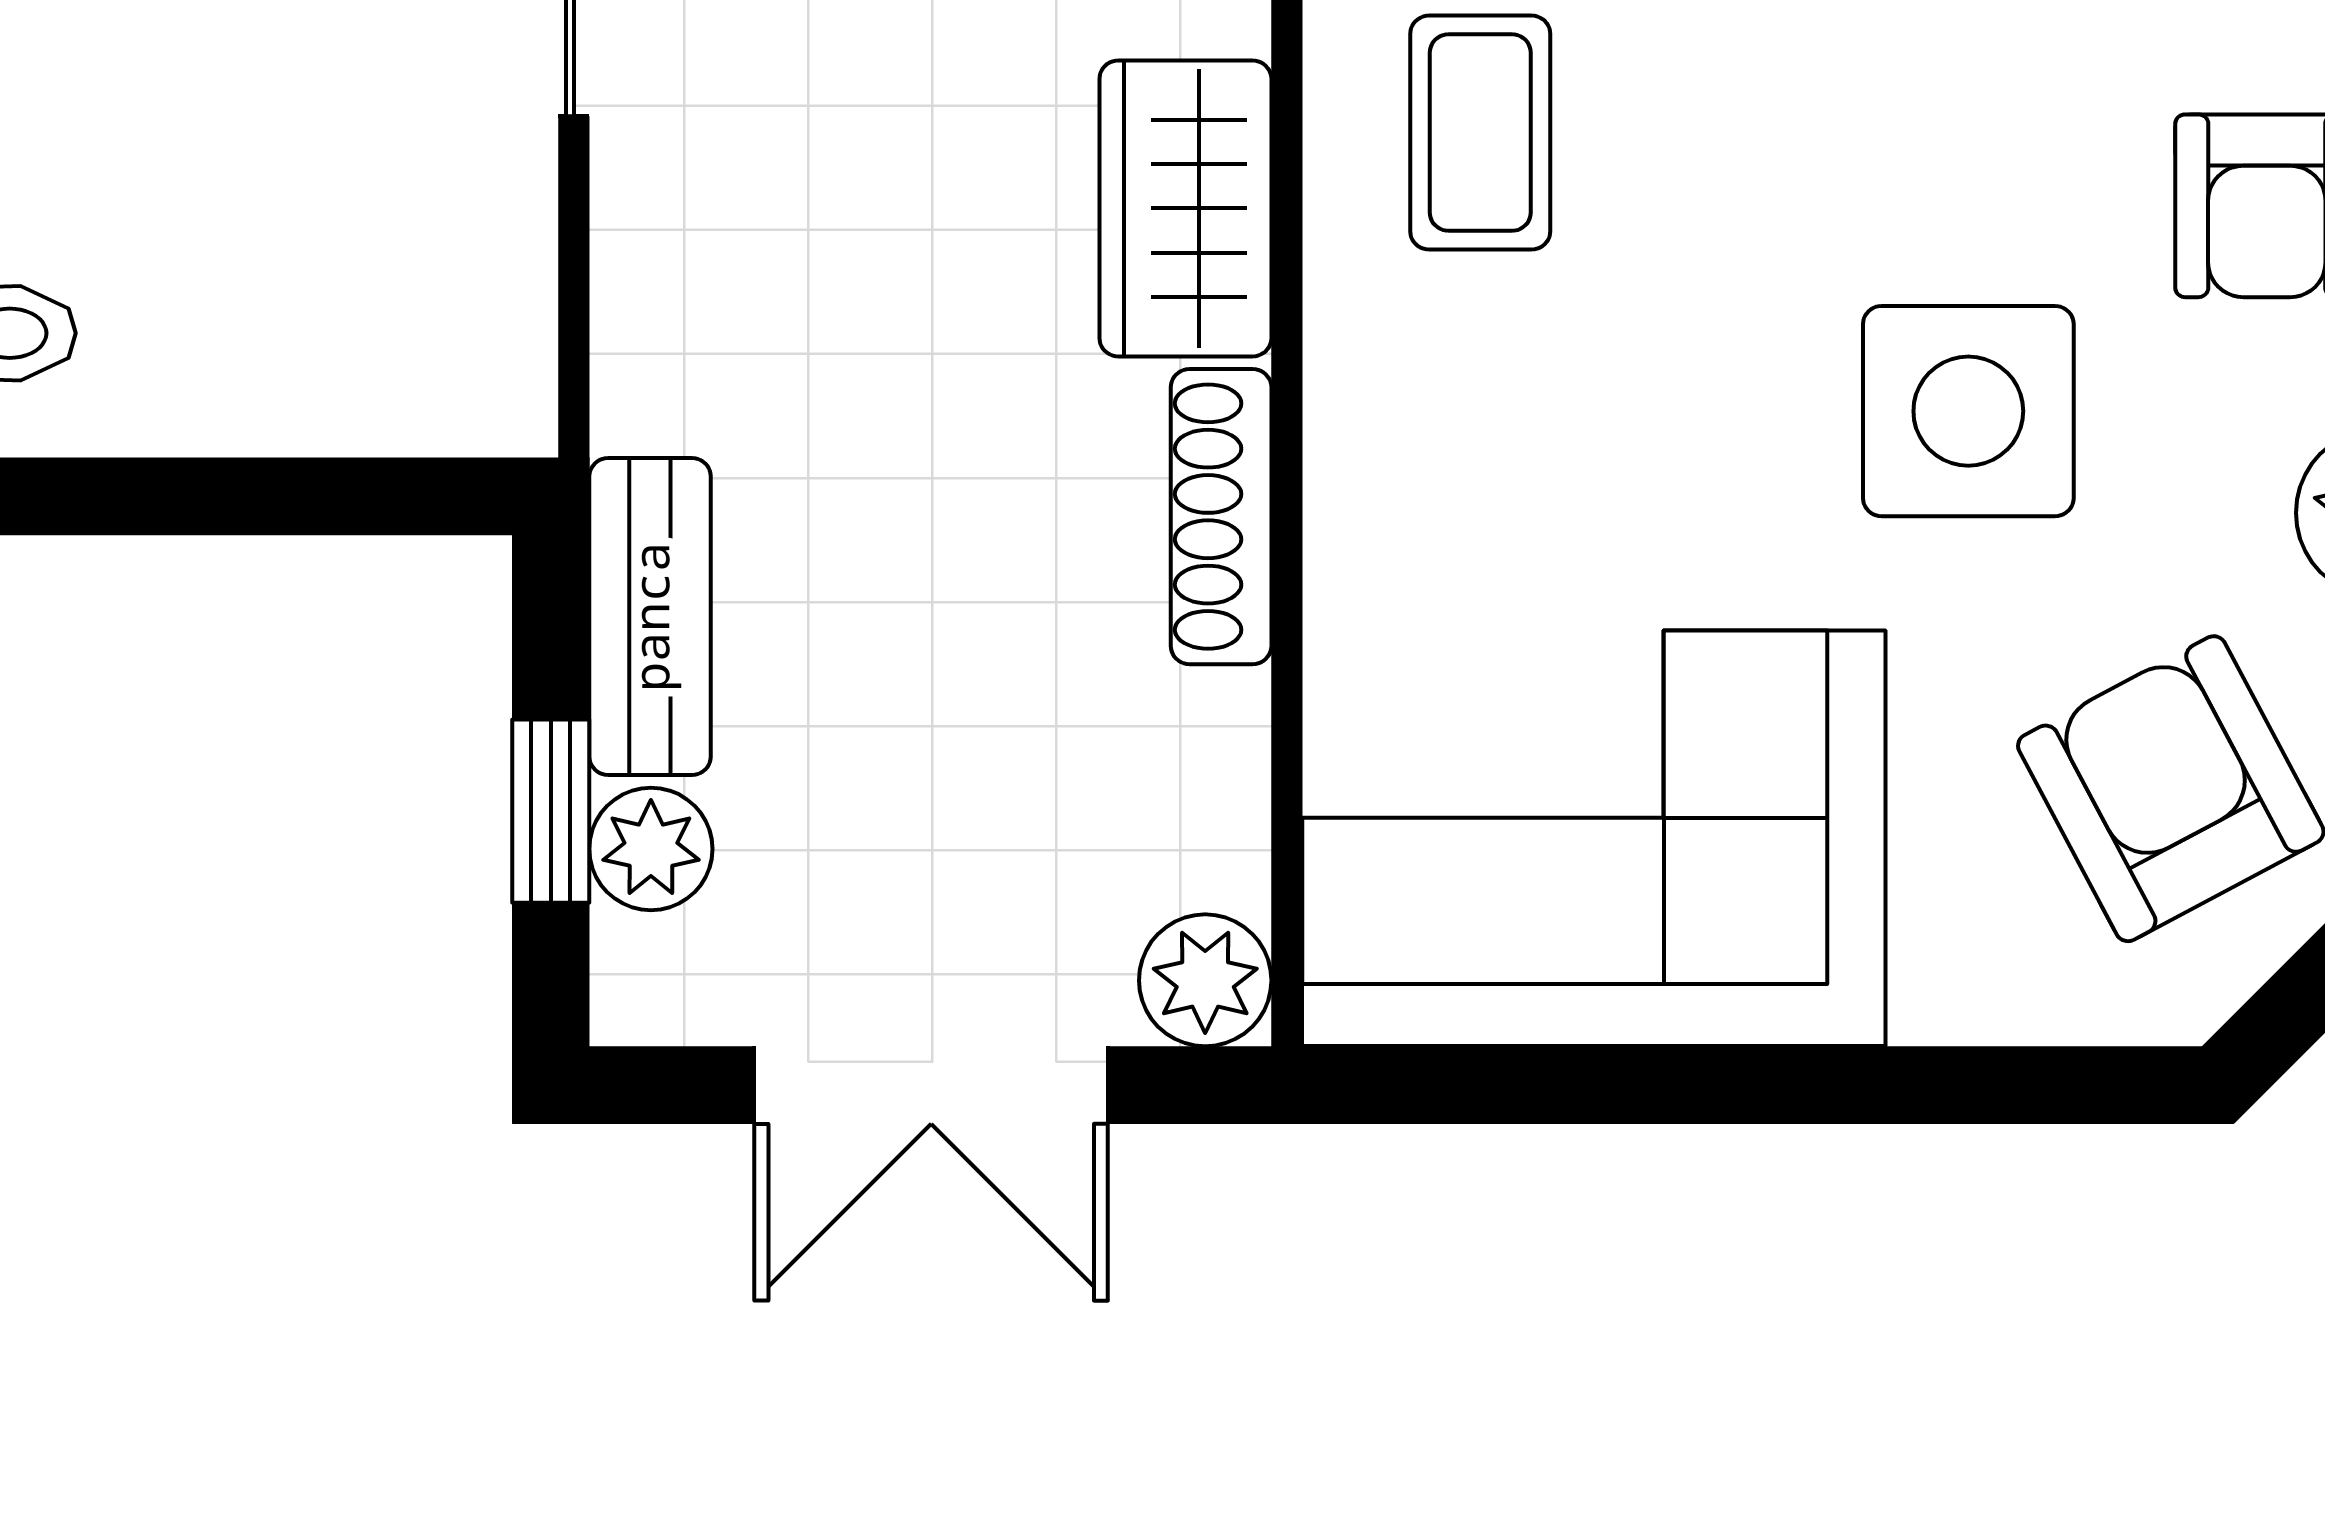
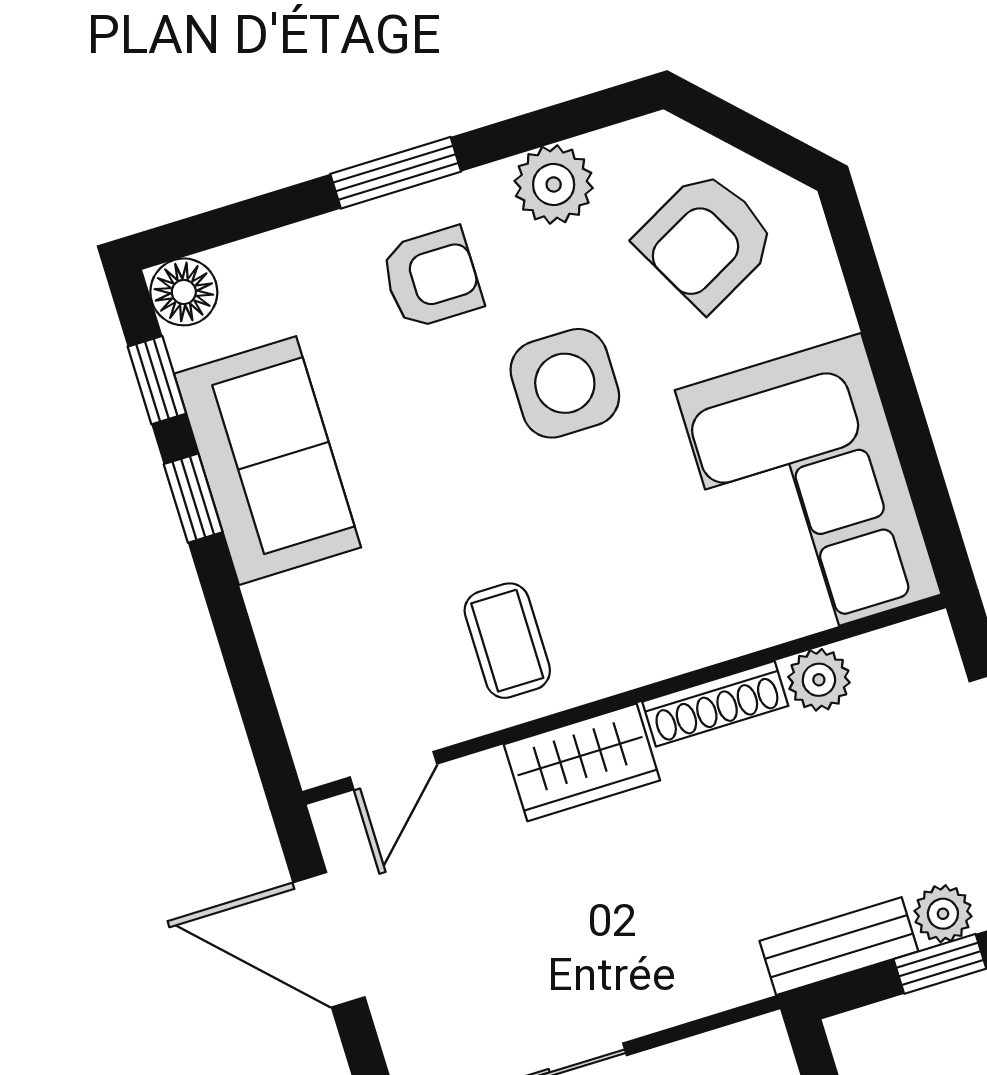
coffee table: (1480, 133) -> (507, 641), turned 90
plant: (1205, 980) -> (819, 680), moved

